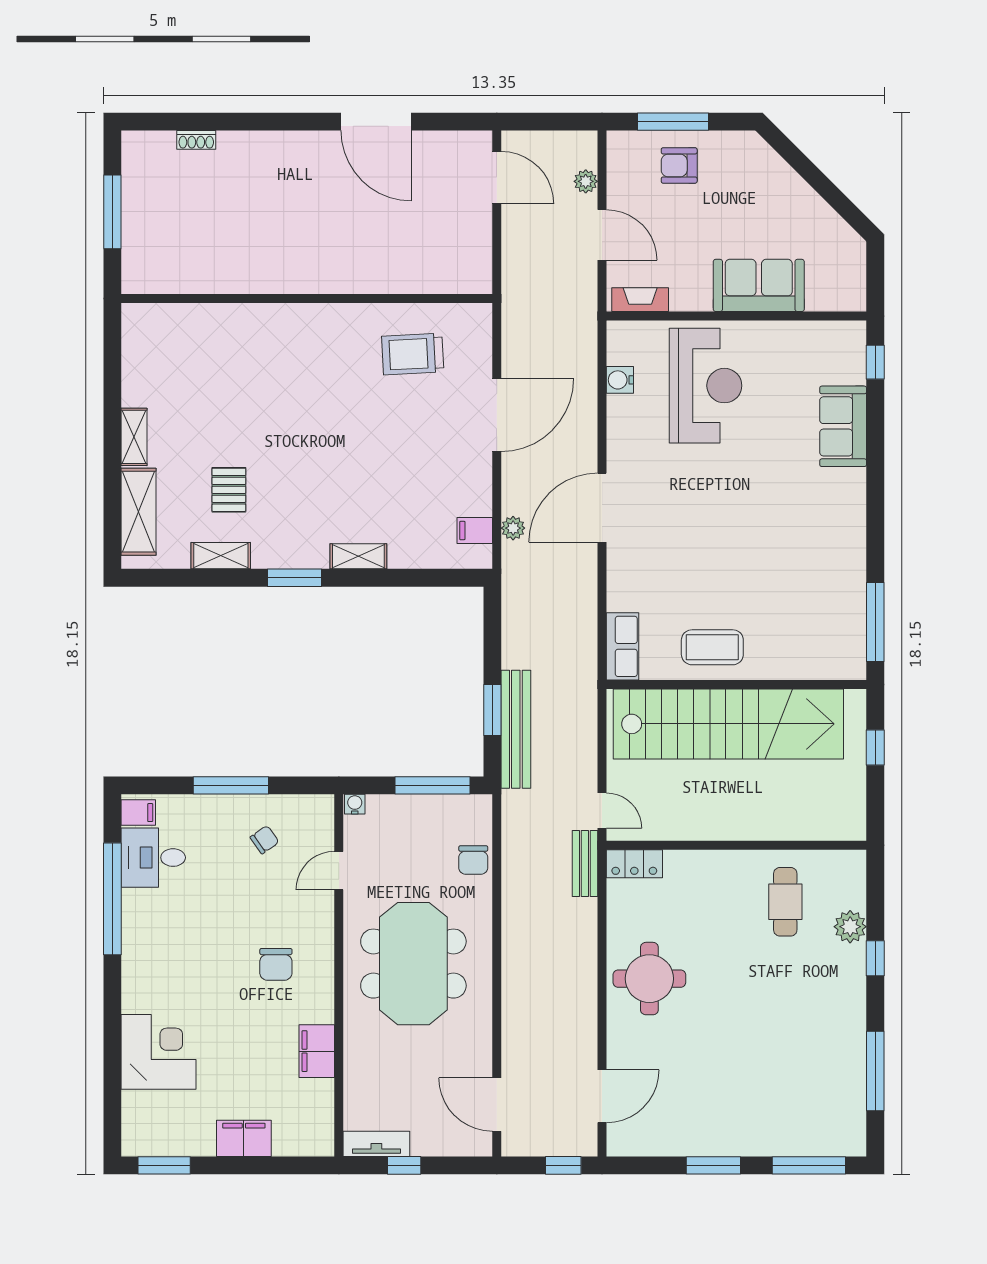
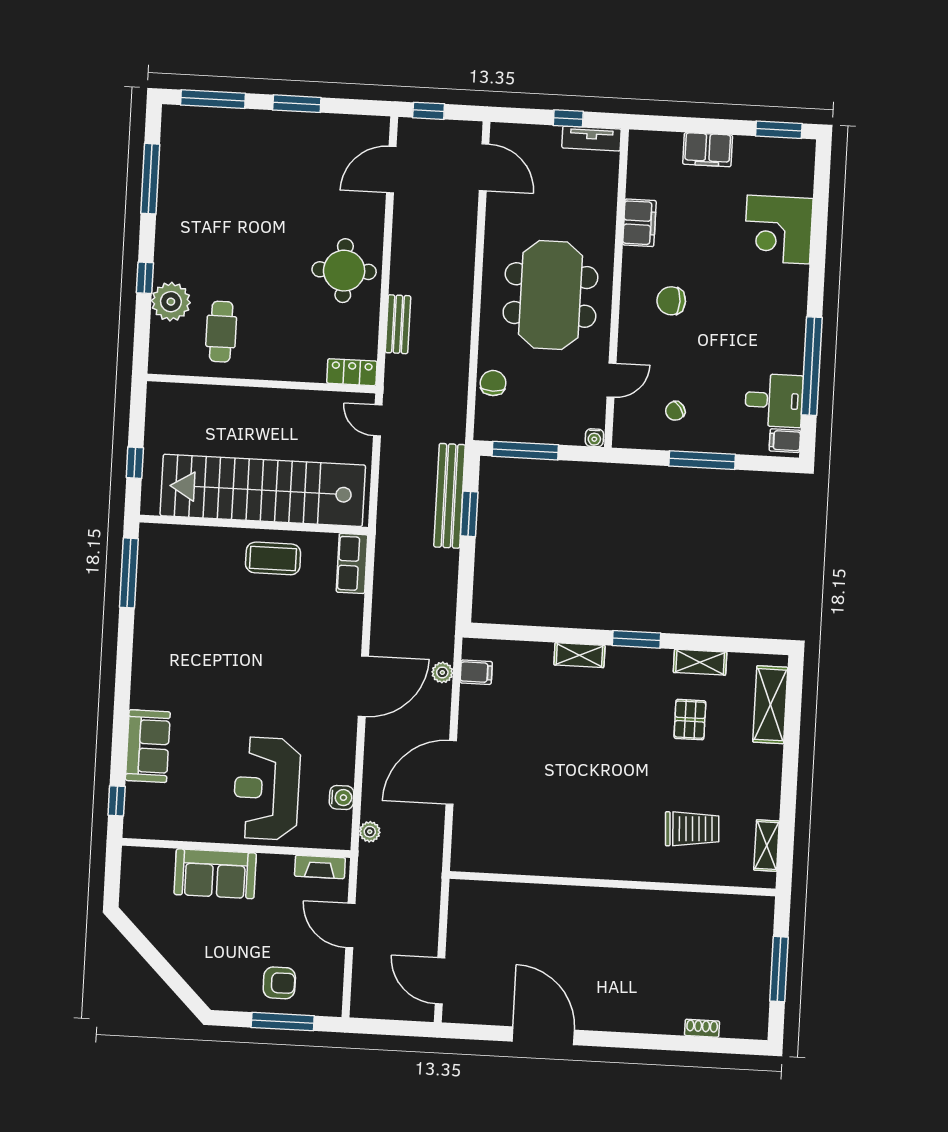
plant: (586, 181) -> (370, 832), moved
trolley: (413, 354) -> (692, 829), moved
shelving: (134, 437) -> (767, 846), moved
bench: (585, 864) -> (398, 324), moved
plant: (850, 927) -> (171, 302), width x1.36, depth x1.36
chair: (276, 964) -> (671, 301), turned -90

